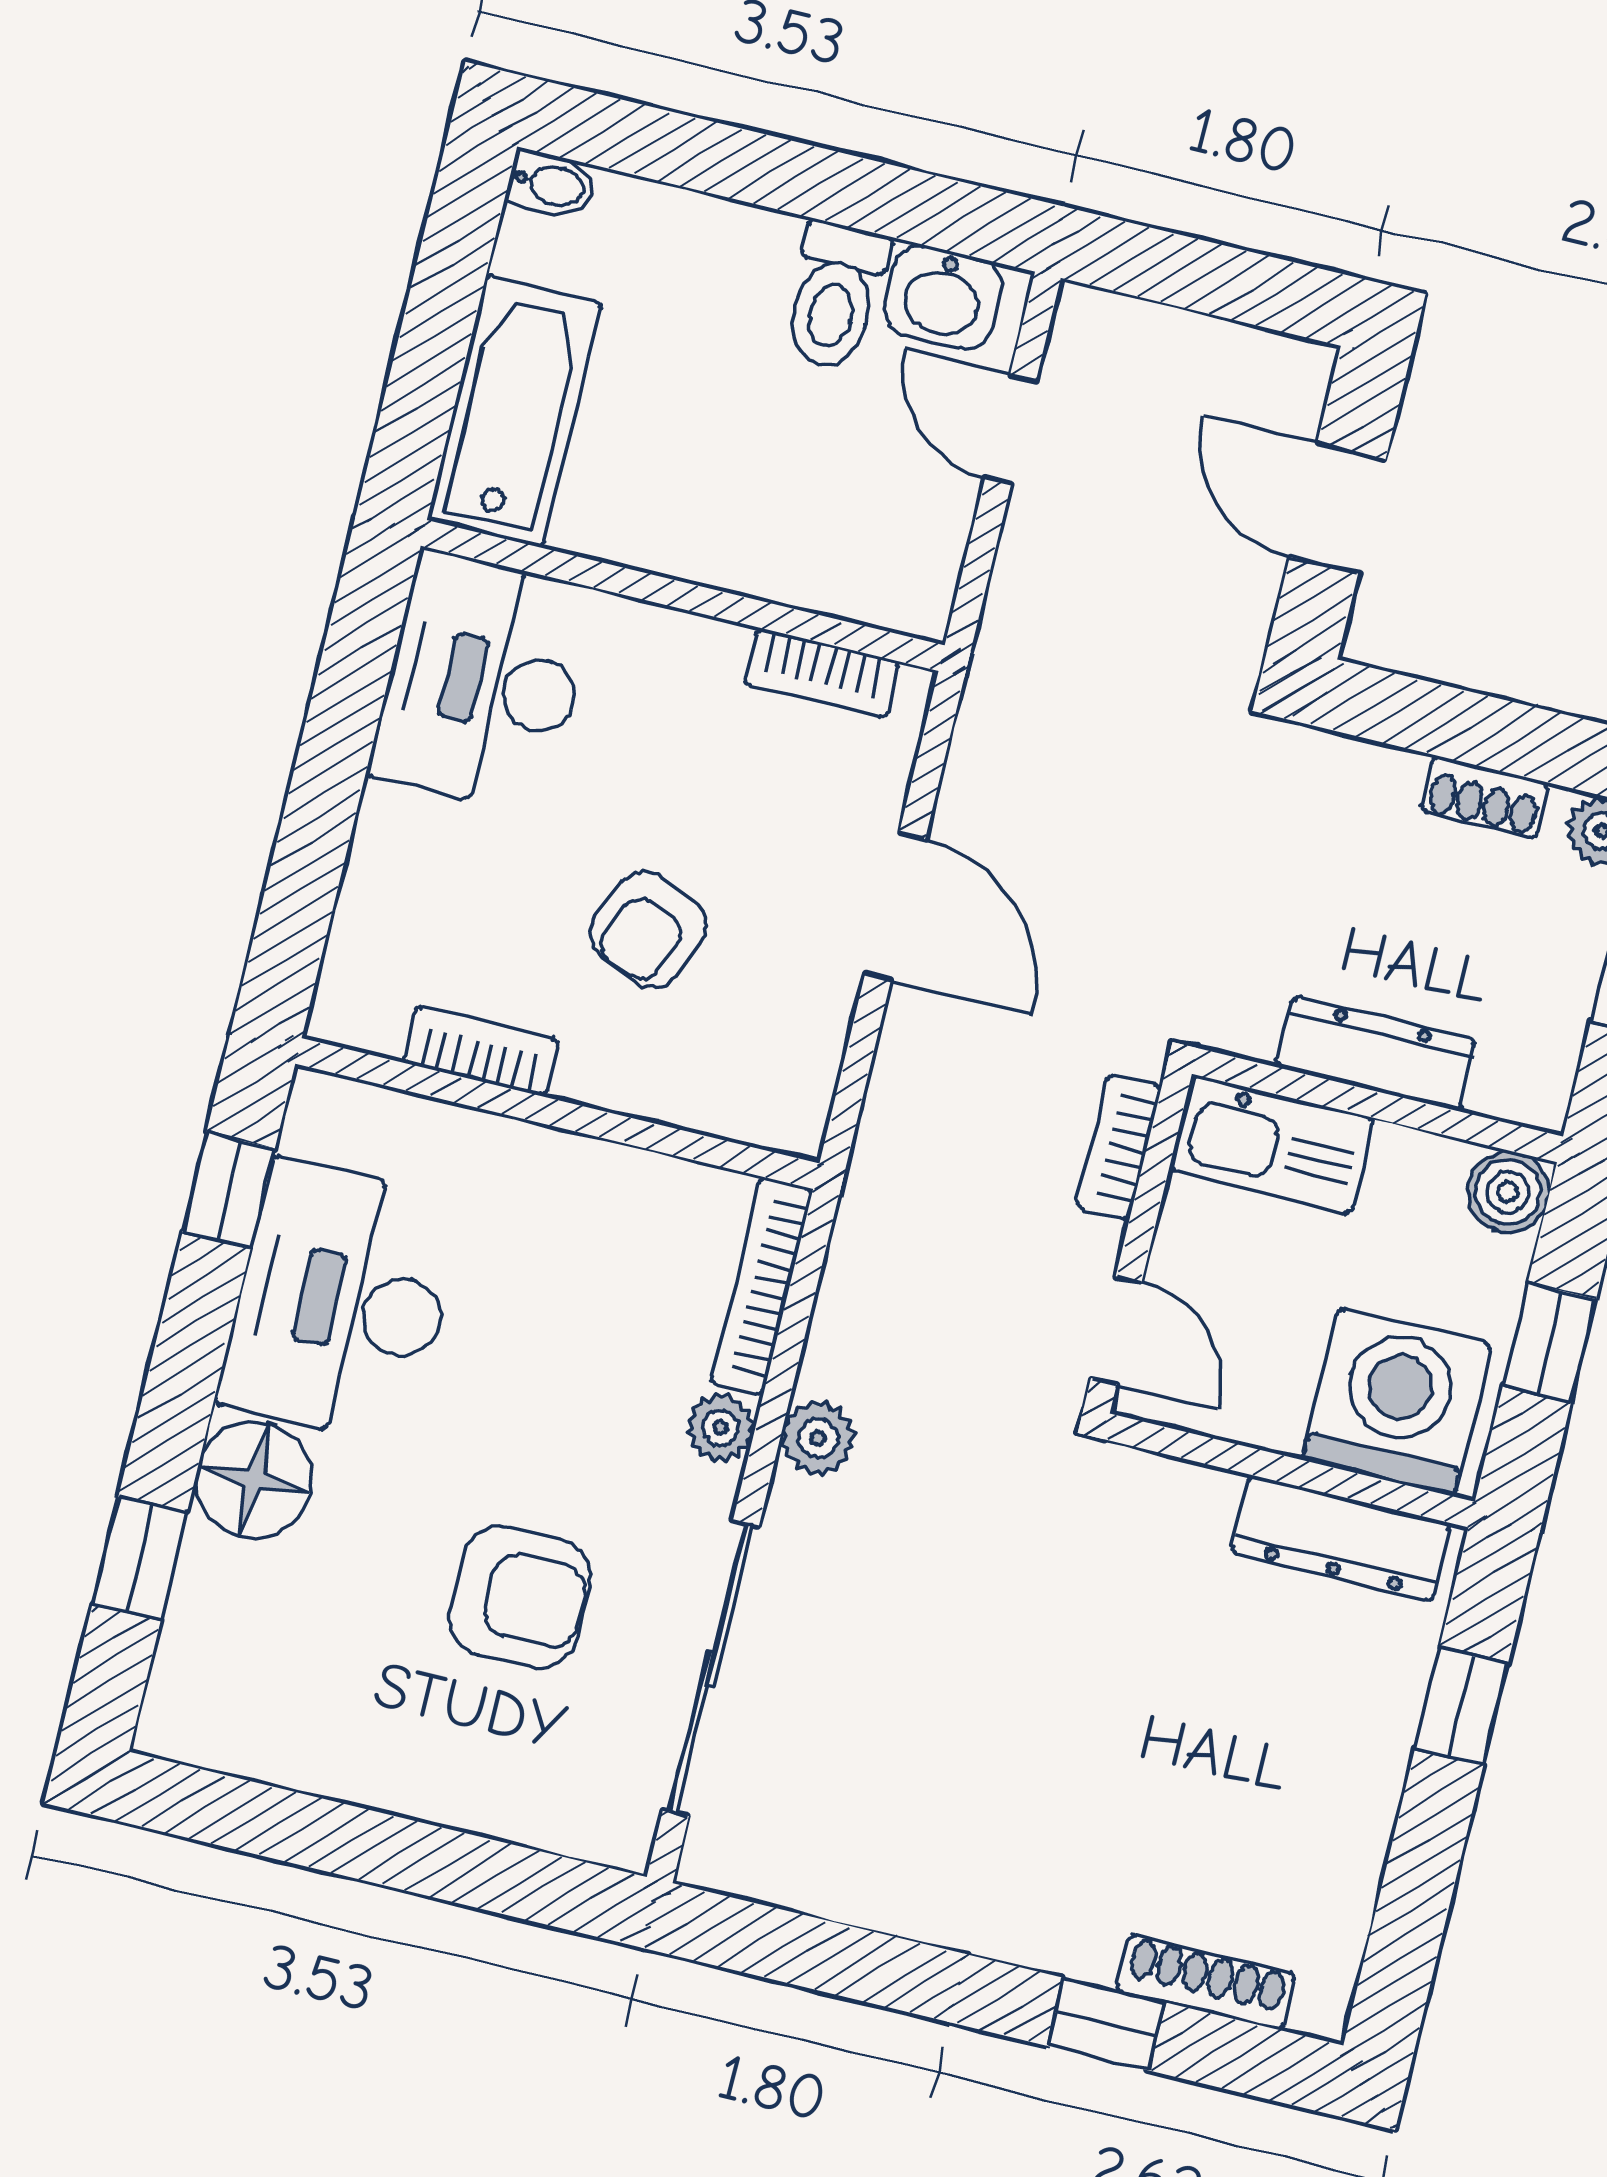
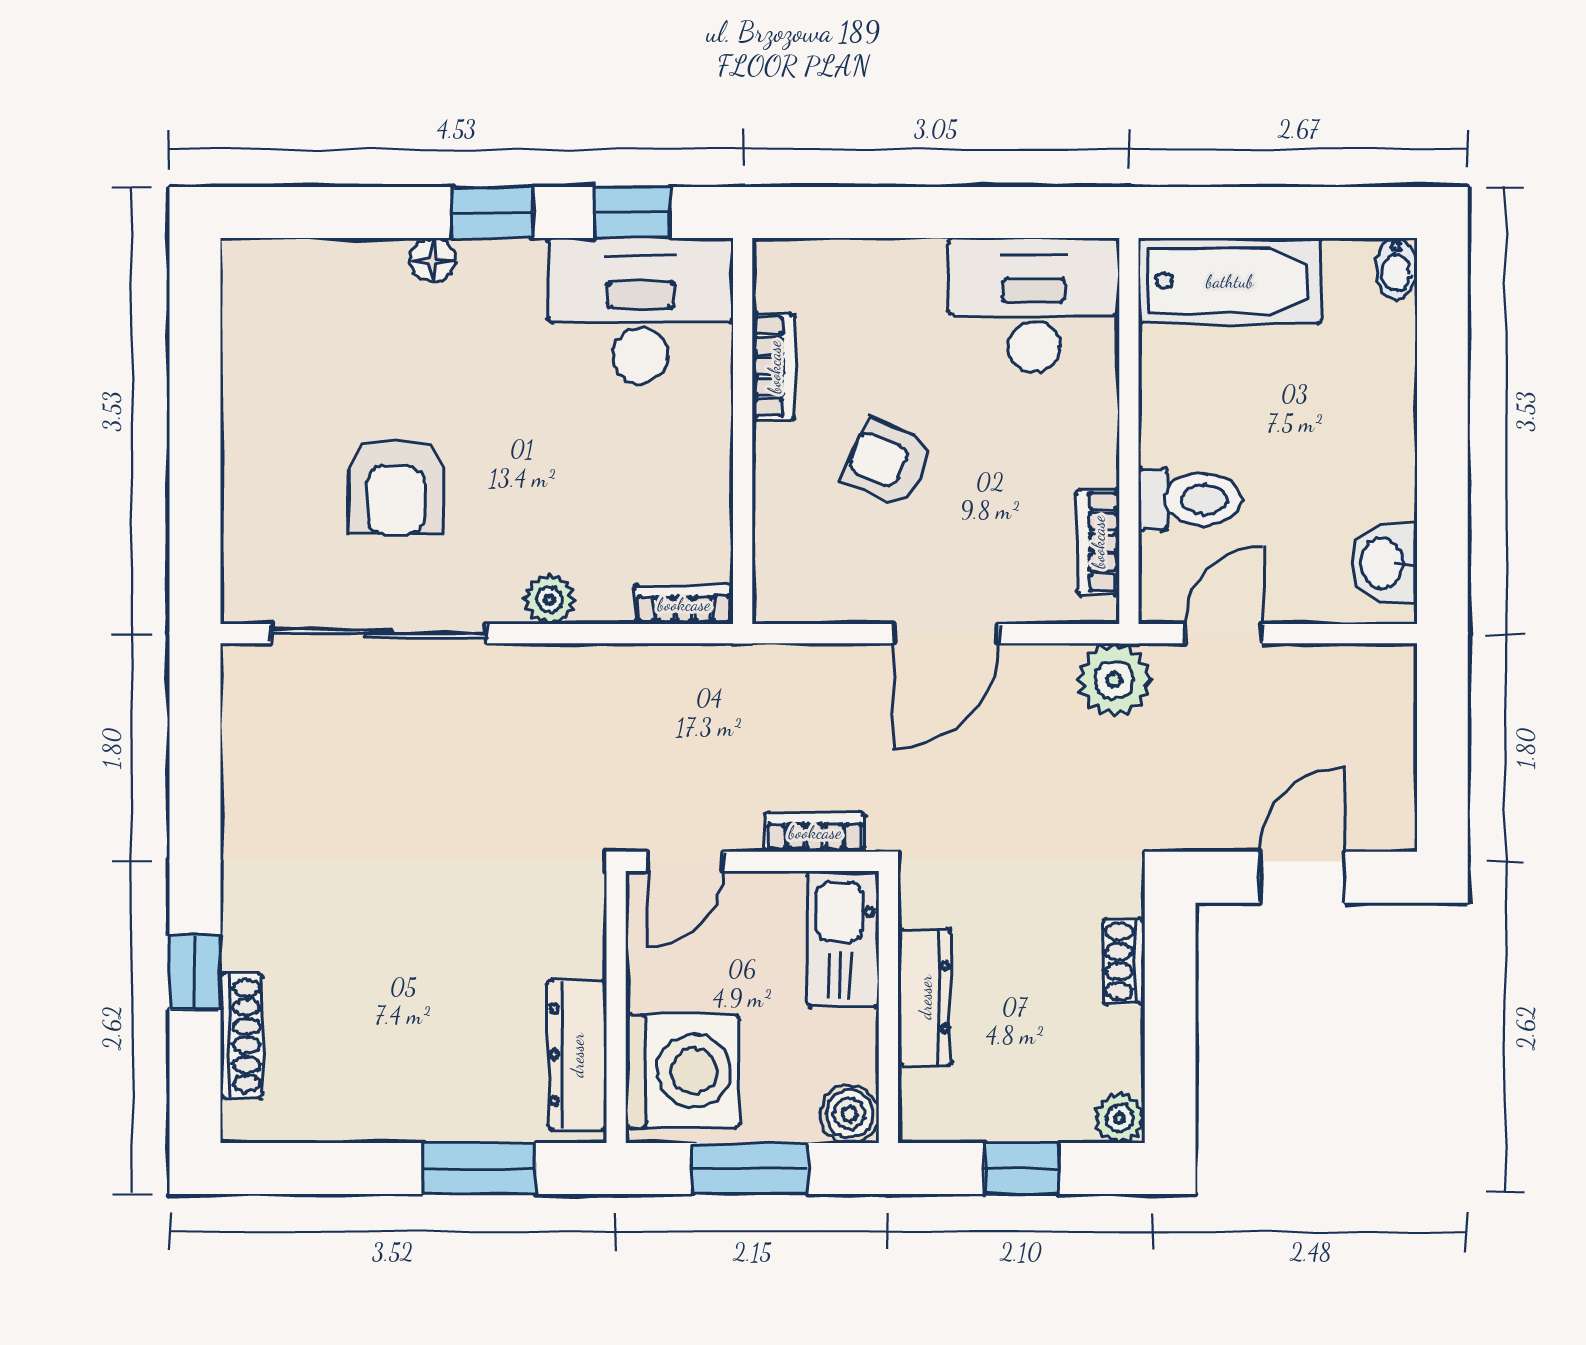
toilet: (835, 296) -> (1190, 500), moved, turned 180
door: (1011, 429) -> (1224, 634), moved
shoe rack: (1485, 797) -> (1124, 961), moved
bookcase: (762, 1286) -> (684, 604), width x0.64
desk: (341, 1302) -> (640, 311), moved
window: (1549, 1342) -> (751, 1169), width x1.50
plant: (818, 1438) -> (1114, 680), moved, width x1.38, depth x1.38
floor lamp: (254, 1480) -> (433, 260), width x0.53, depth x0.53
window: (140, 1558) -> (493, 212), moved
window: (1461, 1706) -> (480, 1169), width x1.50

